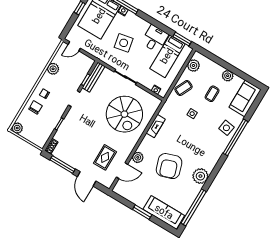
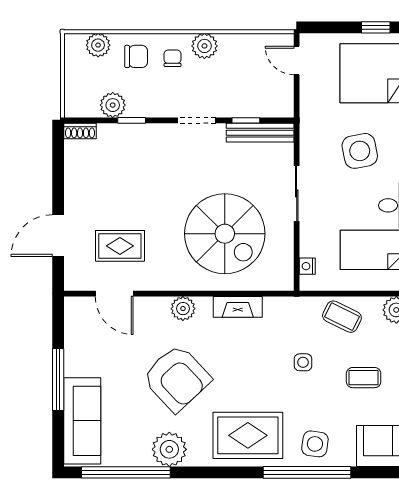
plant: (53, 69) -> (204, 46), moved
spiral stairs: (124, 114) -> (225, 234), turned -90
plant: (17, 128) -> (98, 45), moved
plant: (49, 128) -> (113, 105), added
rug: (208, 152) -> (248, 435), added
plant: (138, 157) -> (183, 309), moved
window: (63, 165) -> (58, 173), removed
armchair: (169, 166) -> (177, 378), turned -115
plant: (200, 176) -> (169, 449), moved
window: (142, 212) -> (58, 380), width x1.44

